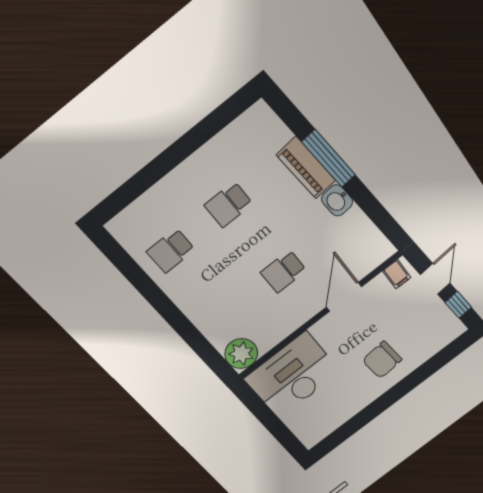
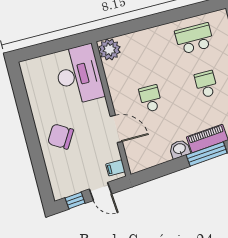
school desk: (171, 251) -> (194, 38), width x1.85
chair: (382, 360) -> (61, 136), turned -54

